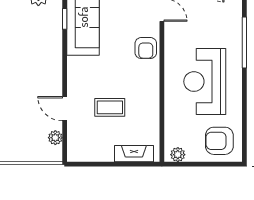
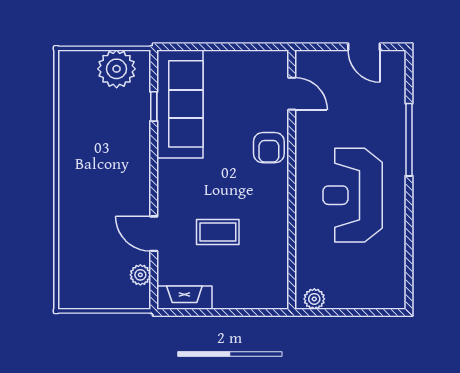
armchair: (219, 141) -> (373, 279), removed
fireplace: (134, 154) -> (184, 298), moved

